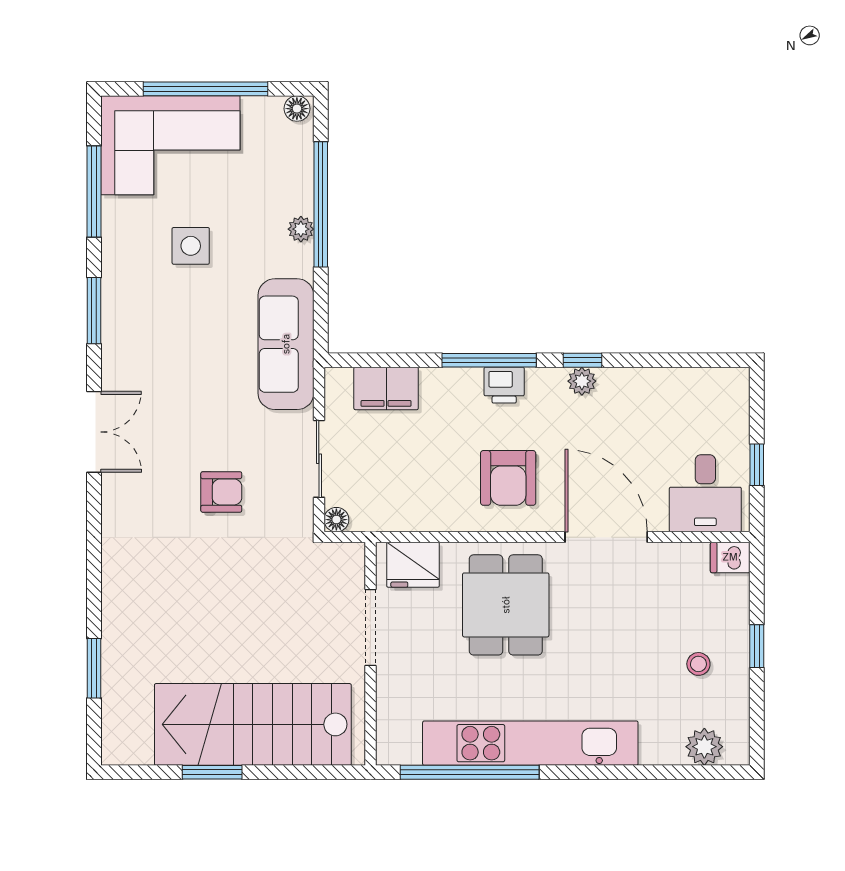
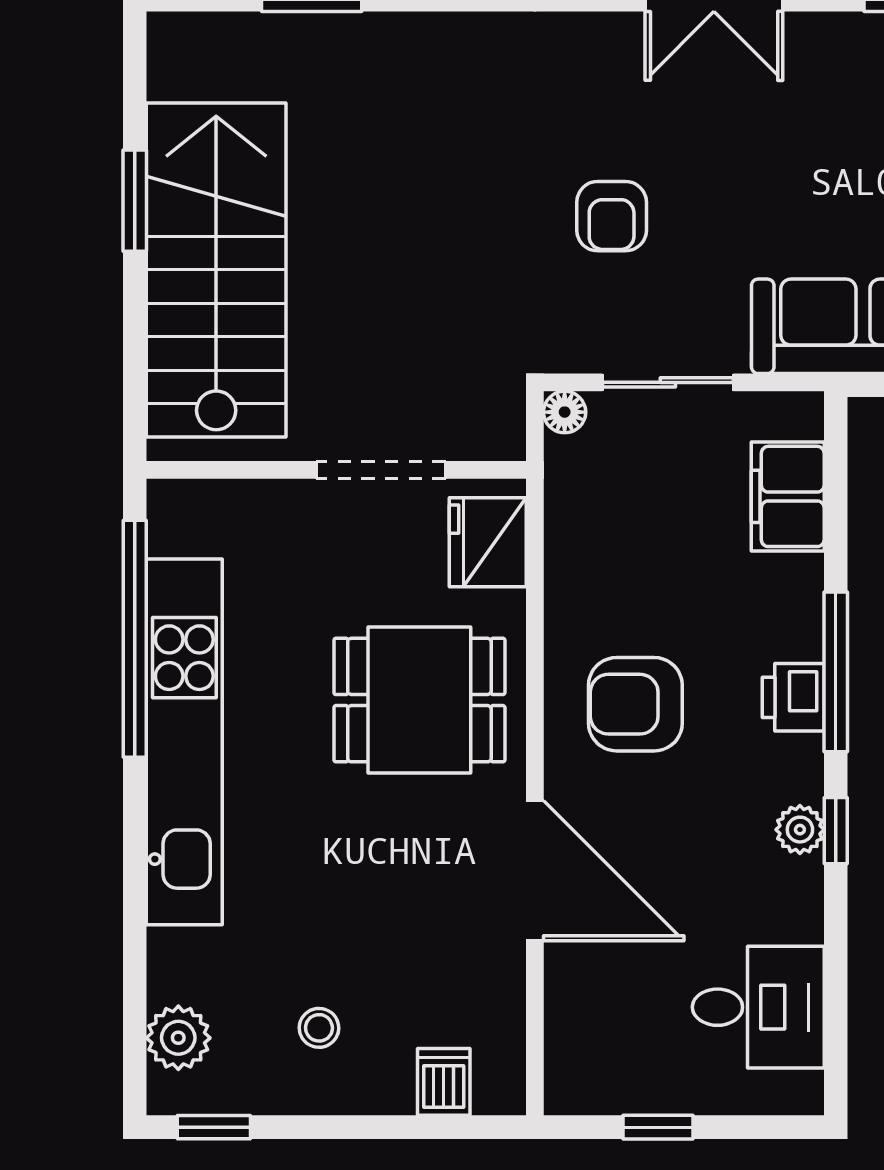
desk: (705, 493) -> (758, 1007), moved, turned 180
door: (606, 537) -> (535, 871), hinge flipped
dishwasher: (730, 557) -> (444, 1082), moved
window: (757, 646) -> (214, 1127), moved

